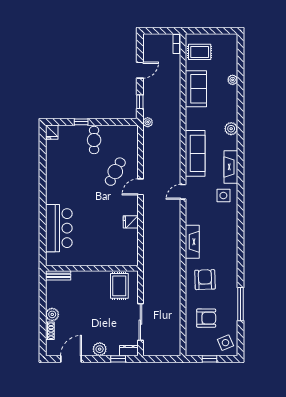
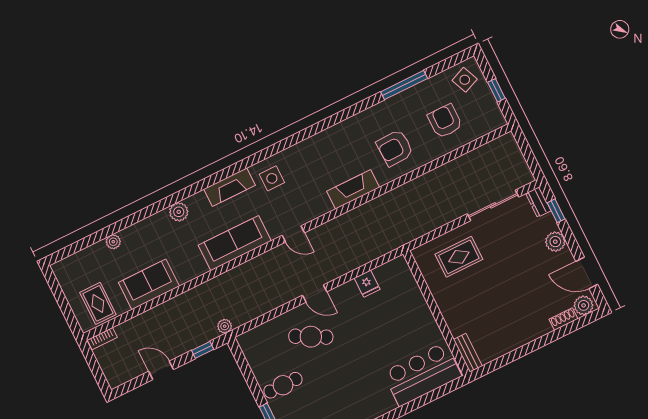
wall: (92, 268) -> (436, 313), moved
bench: (58, 275) -> (468, 353), moved
plant: (52, 314) -> (584, 305), moved

